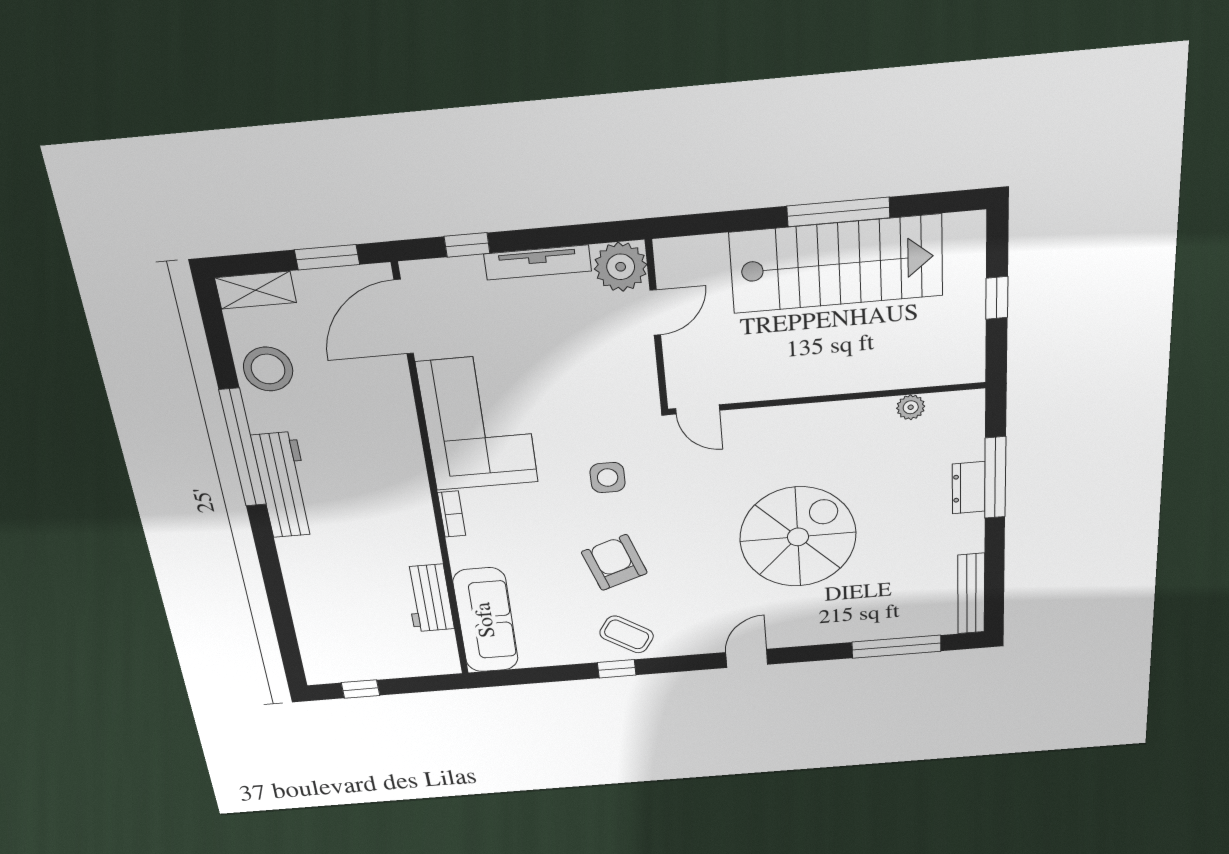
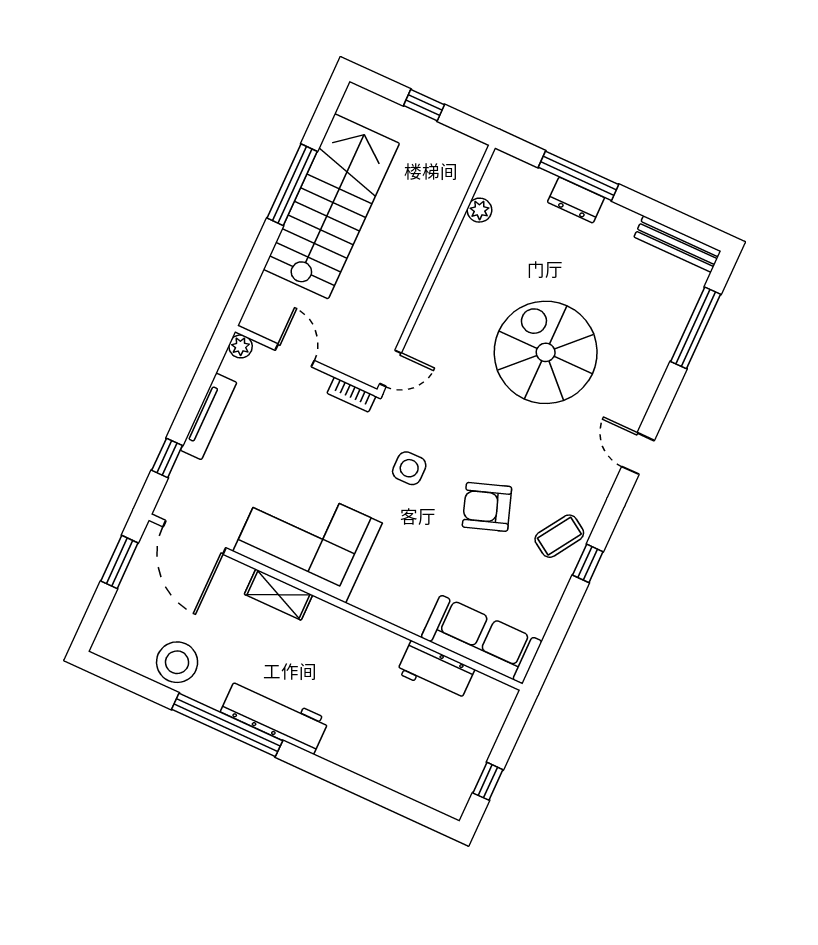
plant: (621, 267) -> (241, 346), width x0.53, depth x0.53
shelving: (256, 290) -> (279, 595), moved, turned 90
bookcase: (452, 514) -> (351, 395), moved, turned 180

